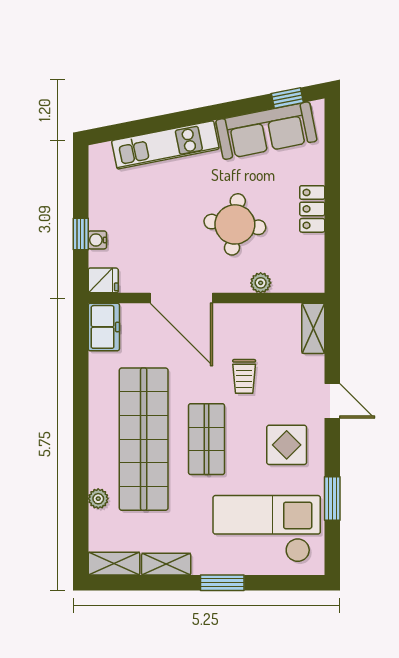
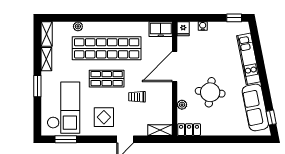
locker: (312, 209) -> (189, 130), moved
window: (81, 234) -> (234, 18), moved
window: (332, 498) -> (66, 139), moved

